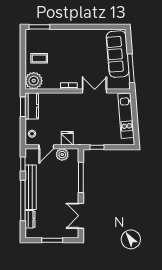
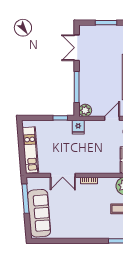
fridge: (67, 138) -> (78, 127), moved
plant: (62, 155) -> (85, 110), moved
double door: (81, 216) -> (77, 48), swing flipped

